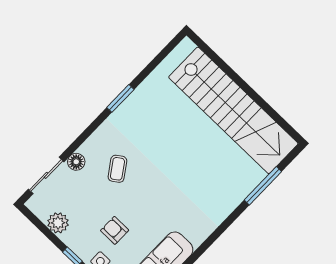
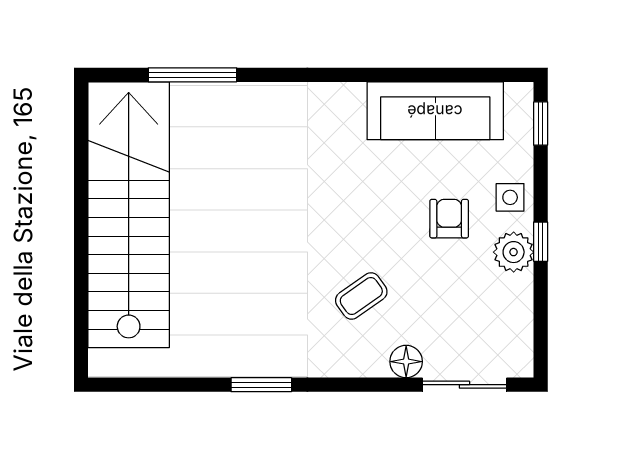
plant: (58, 223) -> (514, 252), moved
armchair: (115, 230) -> (449, 219), turned 180

